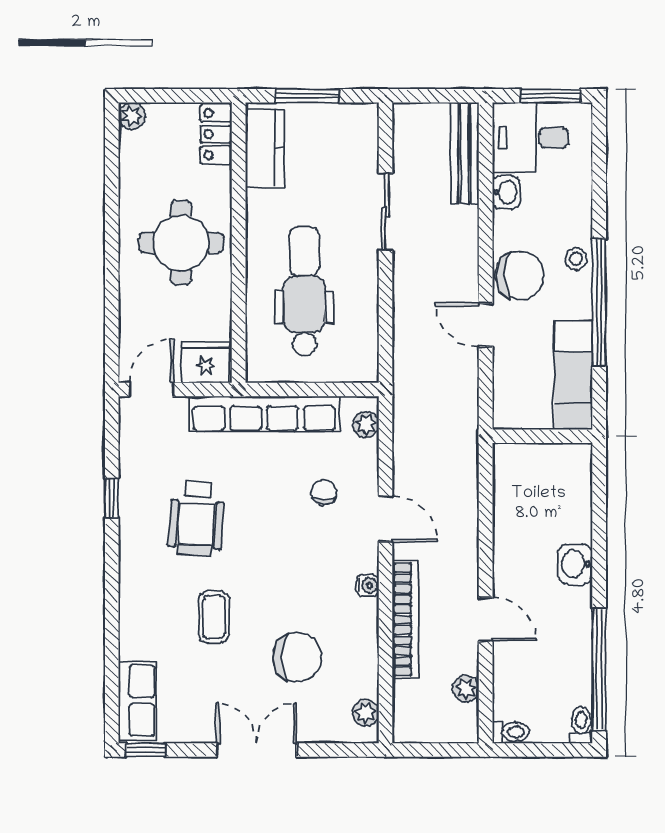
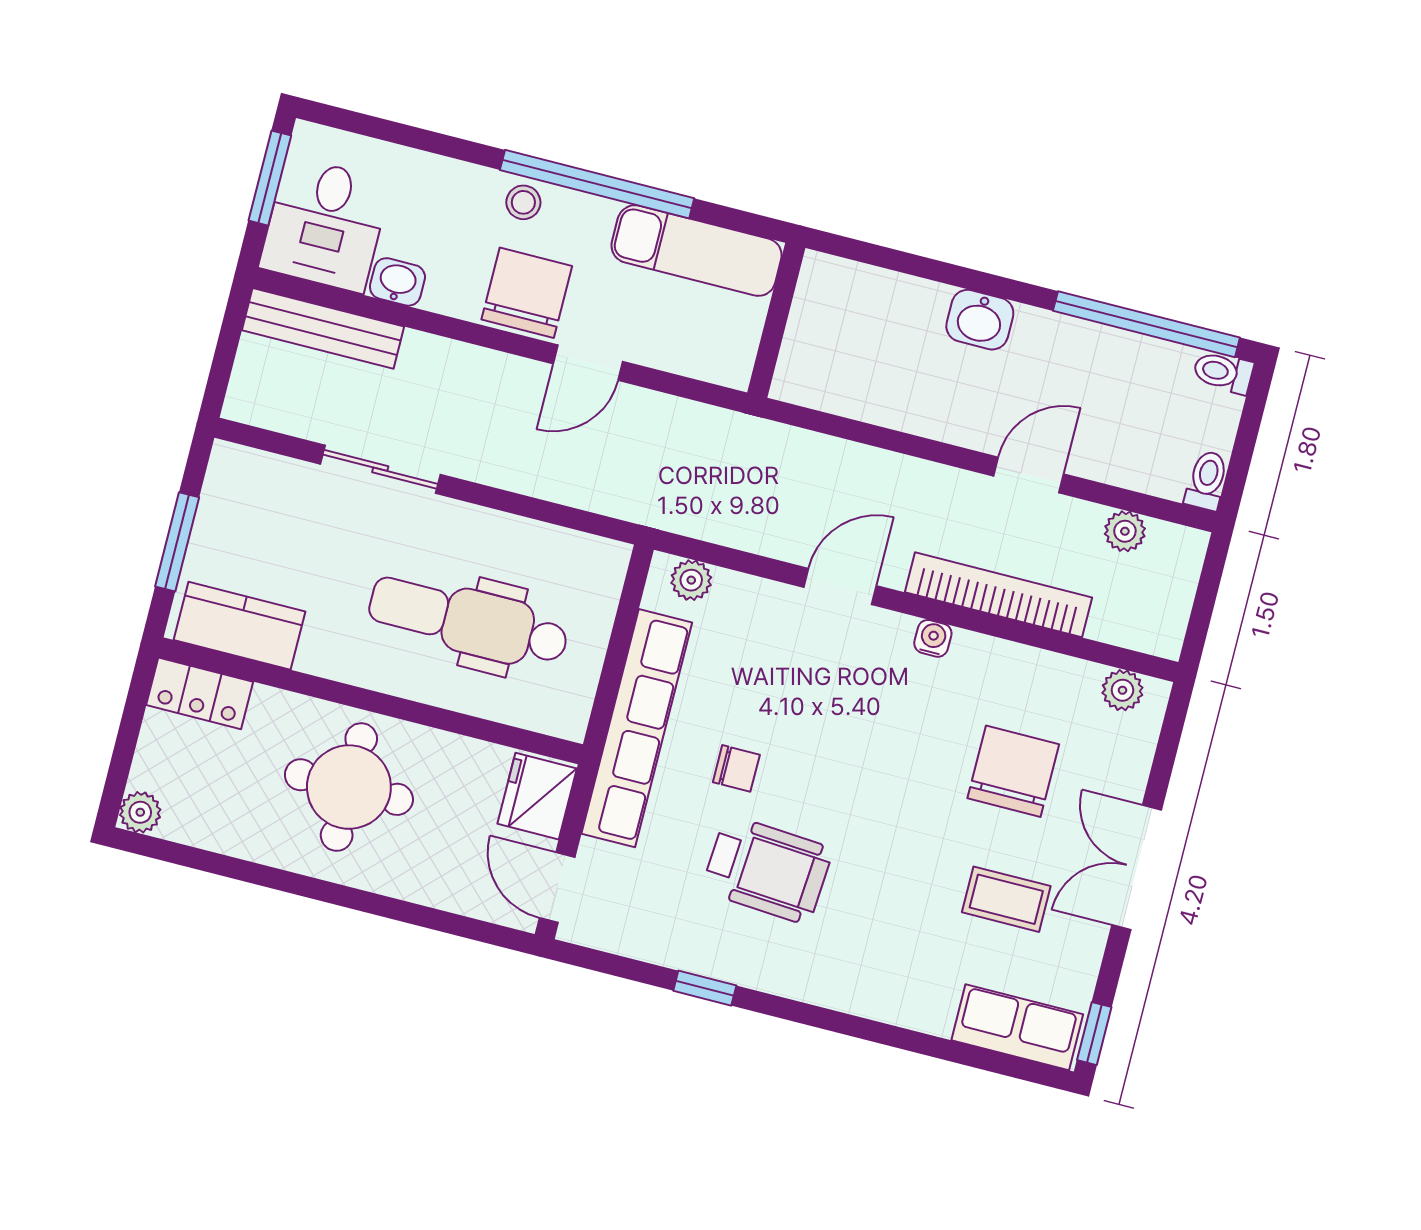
chair: (324, 492) -> (736, 768), moved, turned 180
coffee table: (214, 617) -> (1006, 899), moved

